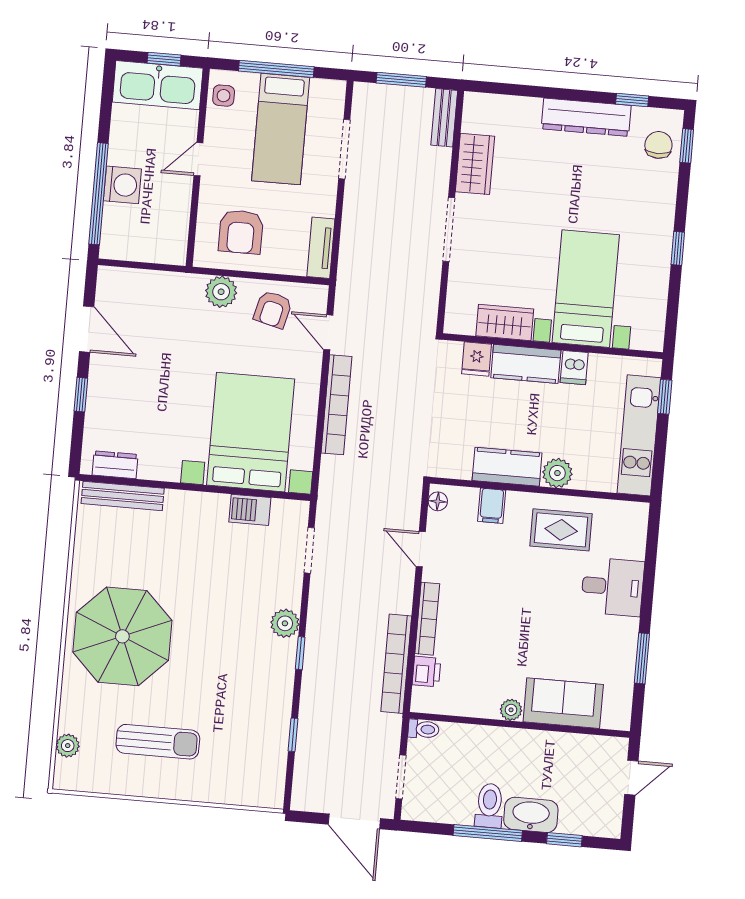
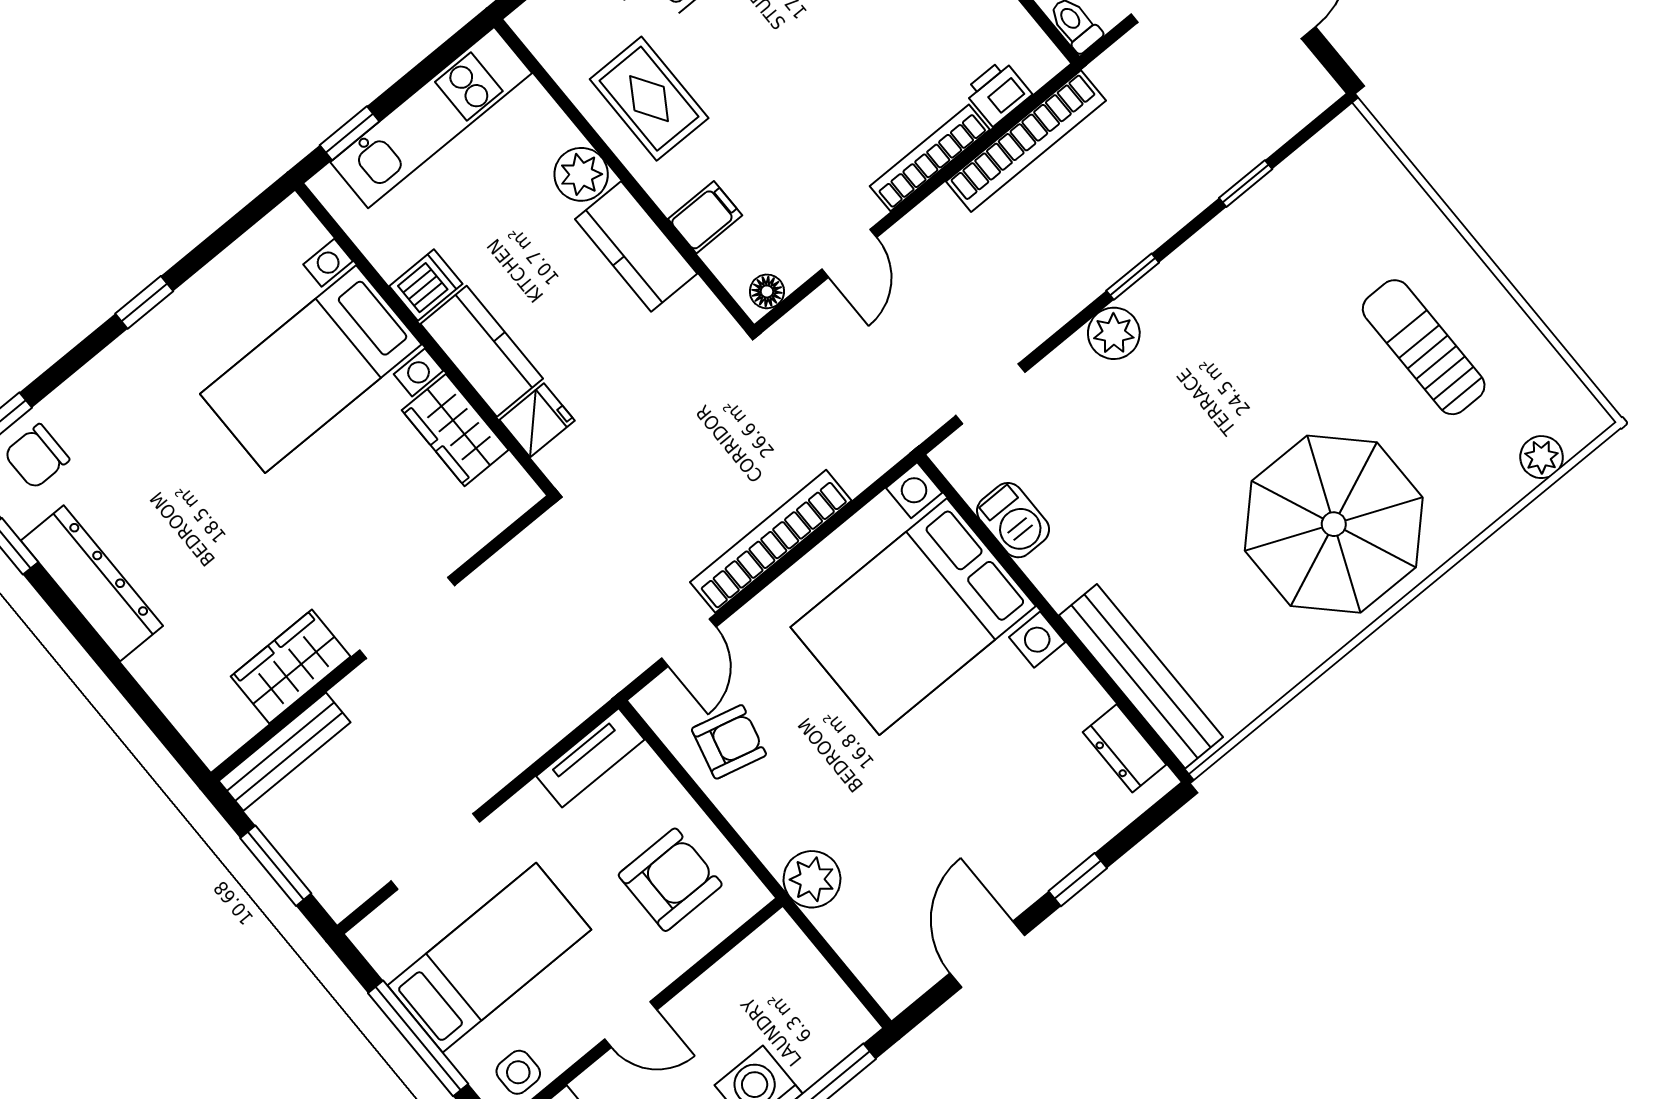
bench: (444, 118) -> (285, 752), width x1.36
plant: (221, 292) -> (812, 879), moved
bench: (123, 496) -> (1141, 676), width x1.37, depth x1.21

